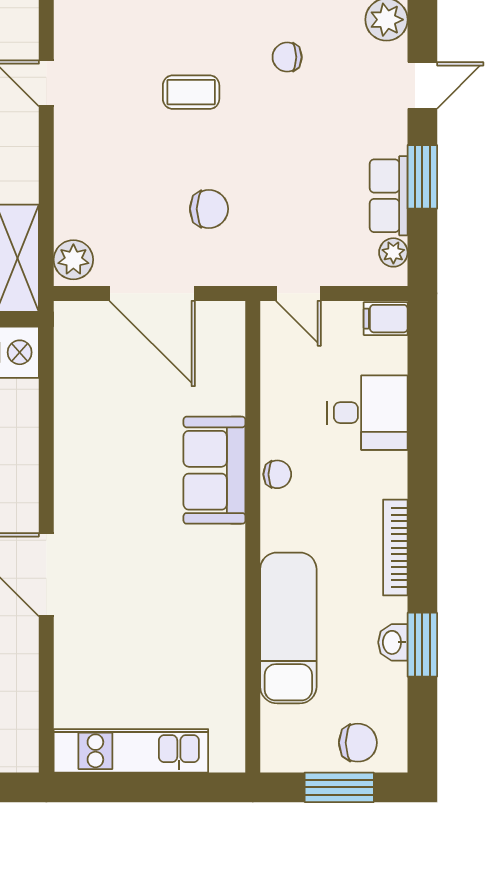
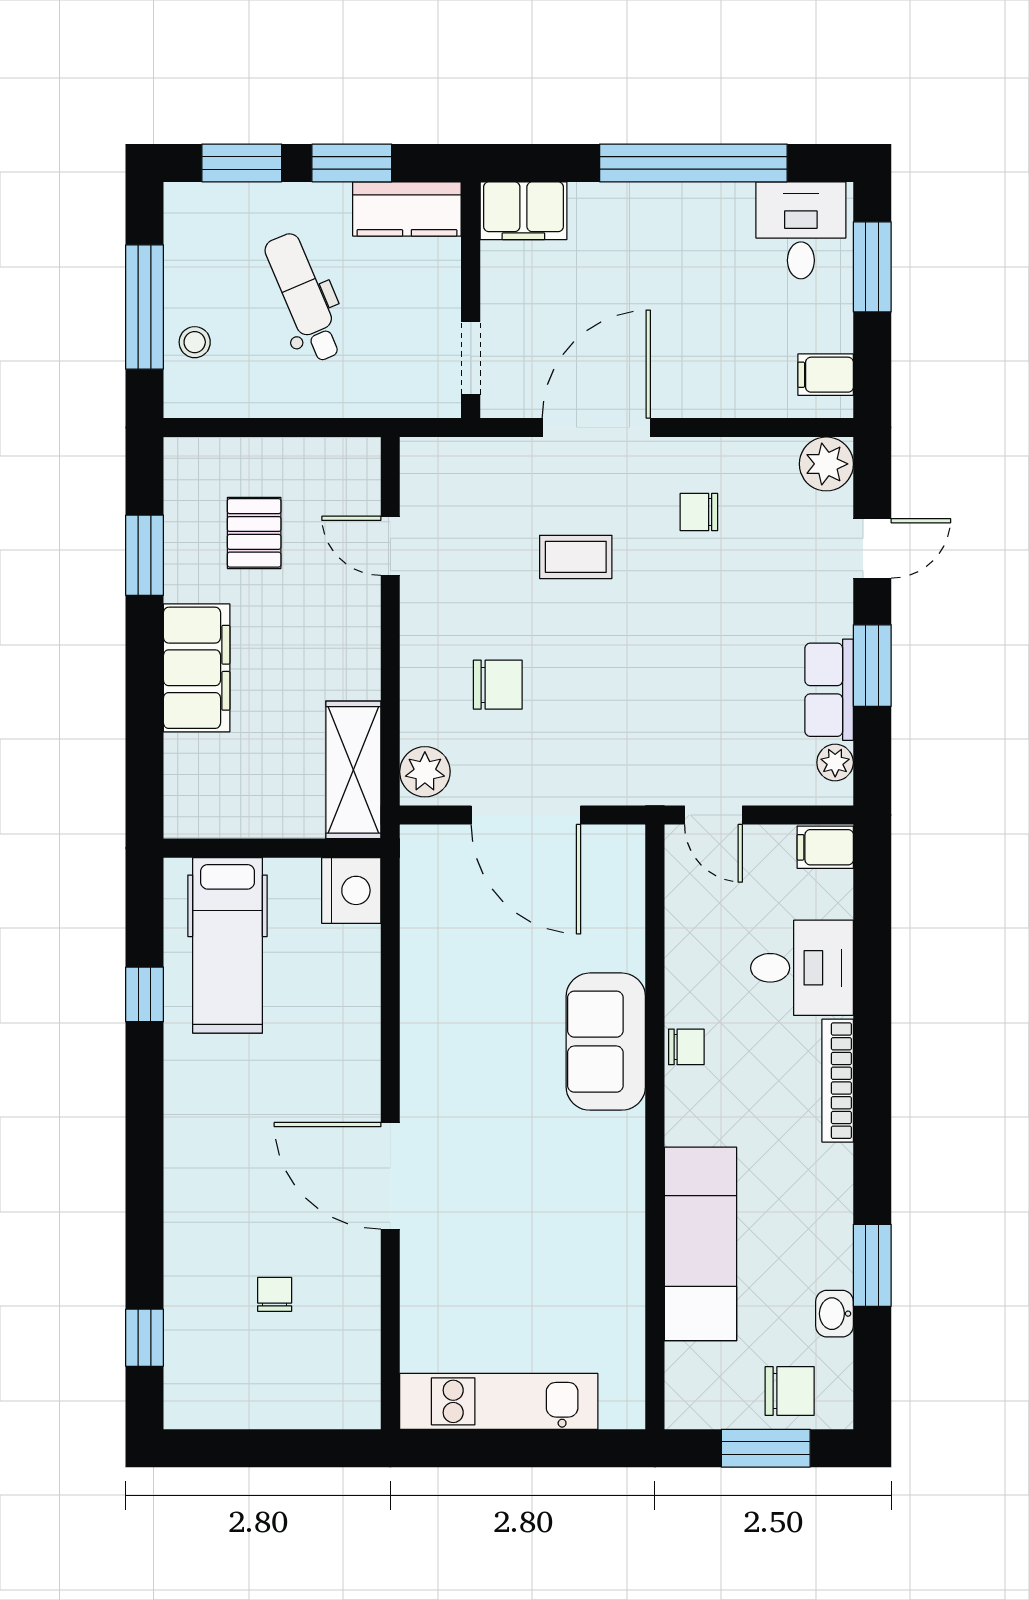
chair: (209, 209) -> (498, 685), moved
bookcase: (395, 548) -> (838, 1081), moved
washbasin: (393, 642) -> (834, 1314), moved

